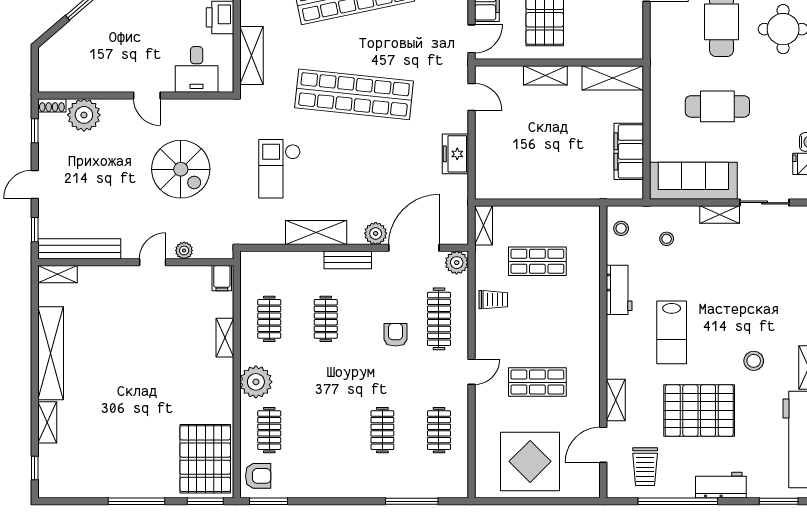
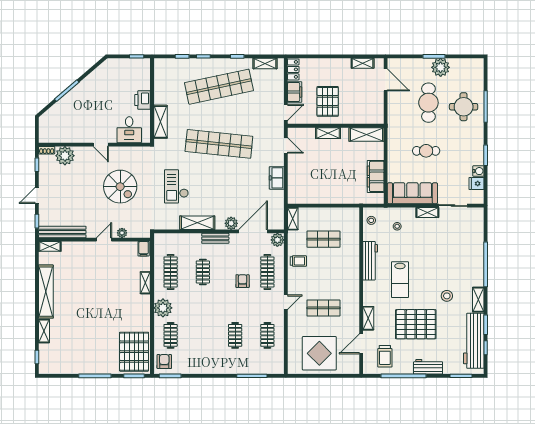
cafe table: (717, 106) -> (426, 151), width x0.73, depth x0.74
workbench: (619, 290) -> (370, 261), width x1.37
clothes rail: (269, 319) -> (171, 272), width x1.36
armchair: (258, 476) -> (164, 362), turned -90

